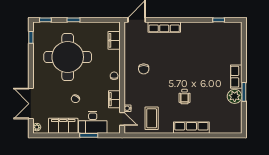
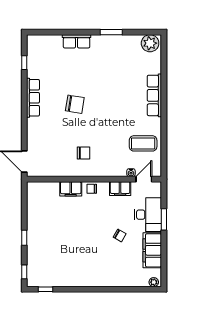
row of seats: (164, 27) -> (33, 98), moved
filing cabinet: (114, 40) -> (71, 189), moved
round table: (68, 57) -> (69, 245), removed
chair: (184, 62) -> (75, 104), added
row of seats: (236, 77) -> (77, 41), moved
plant: (235, 96) -> (150, 43), moved
wheelchair: (185, 97) -> (117, 104), removed
double door: (31, 104) -> (125, 289), removed

